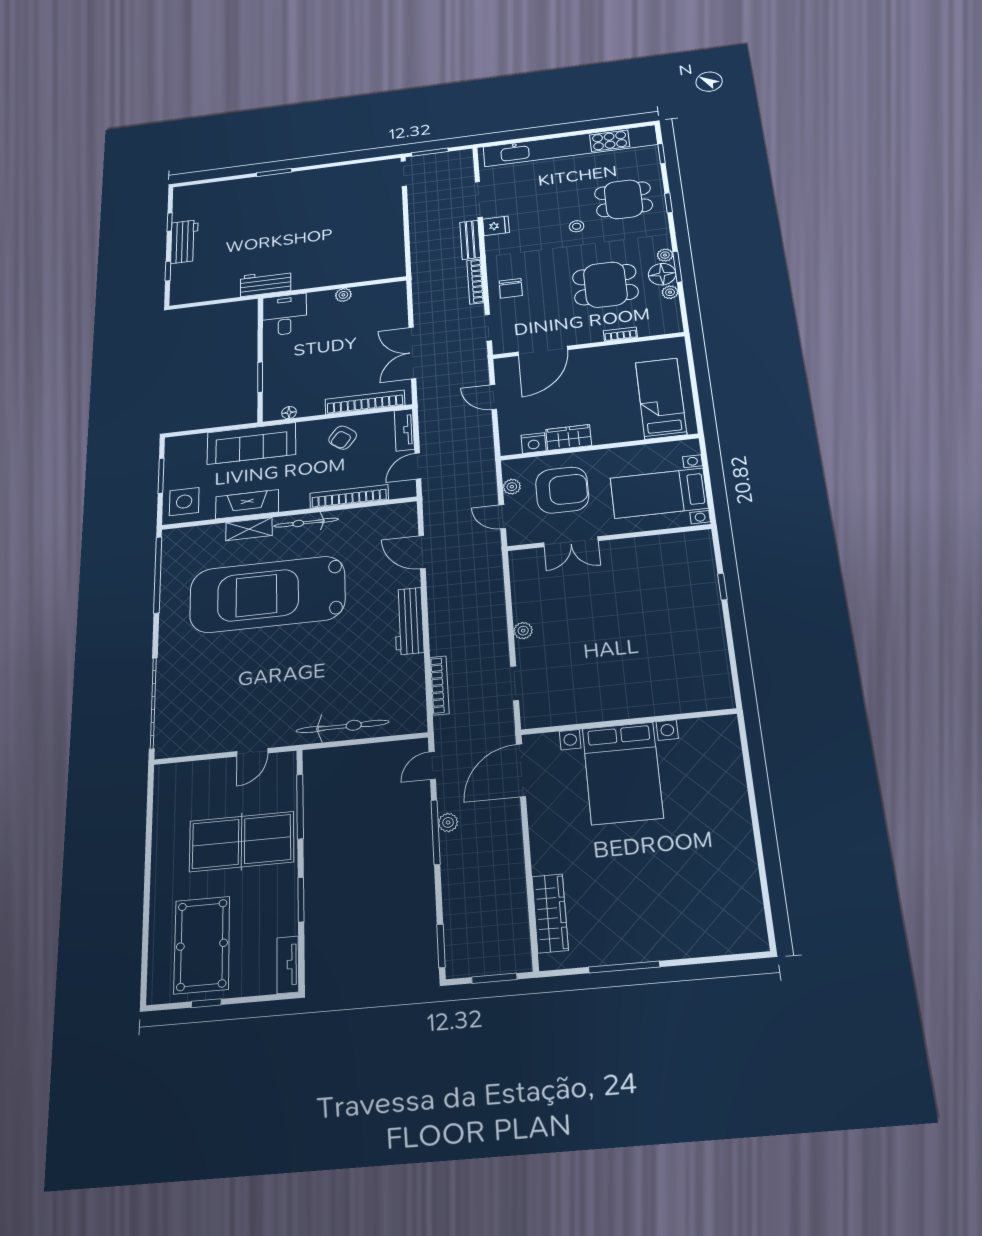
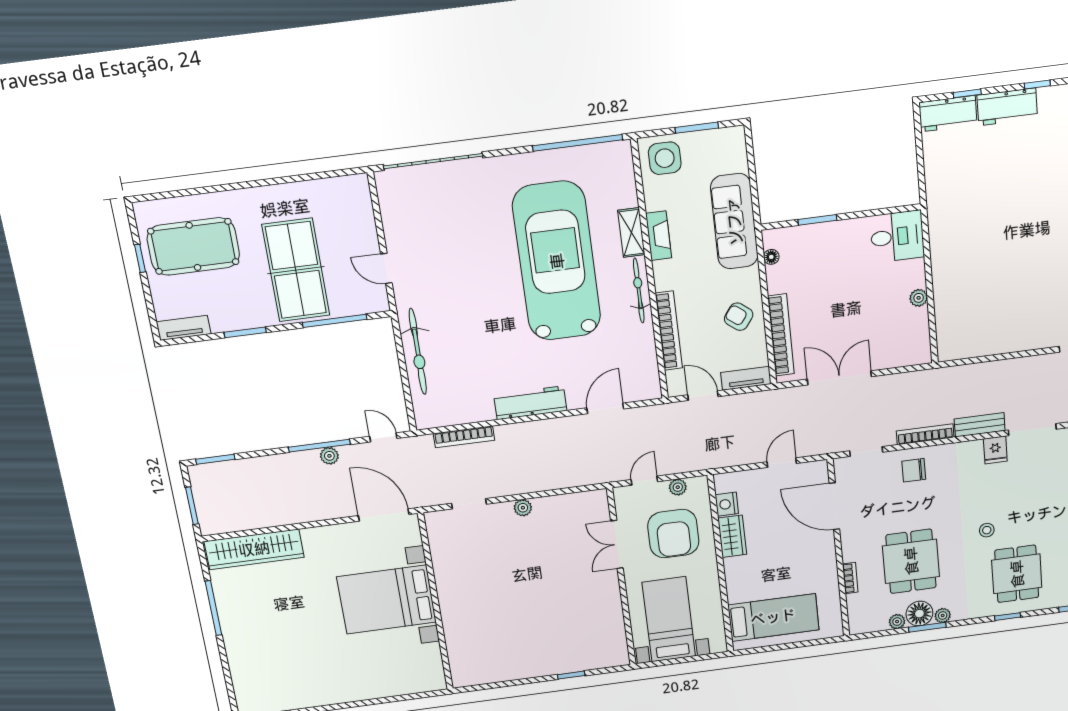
workbench: (266, 283) -> (948, 114), moved, turned 90
fireplace: (247, 504) -> (659, 236), width x0.73, depth x0.76
wardrobe: (550, 913) -> (254, 549), width x1.40, depth x1.17

